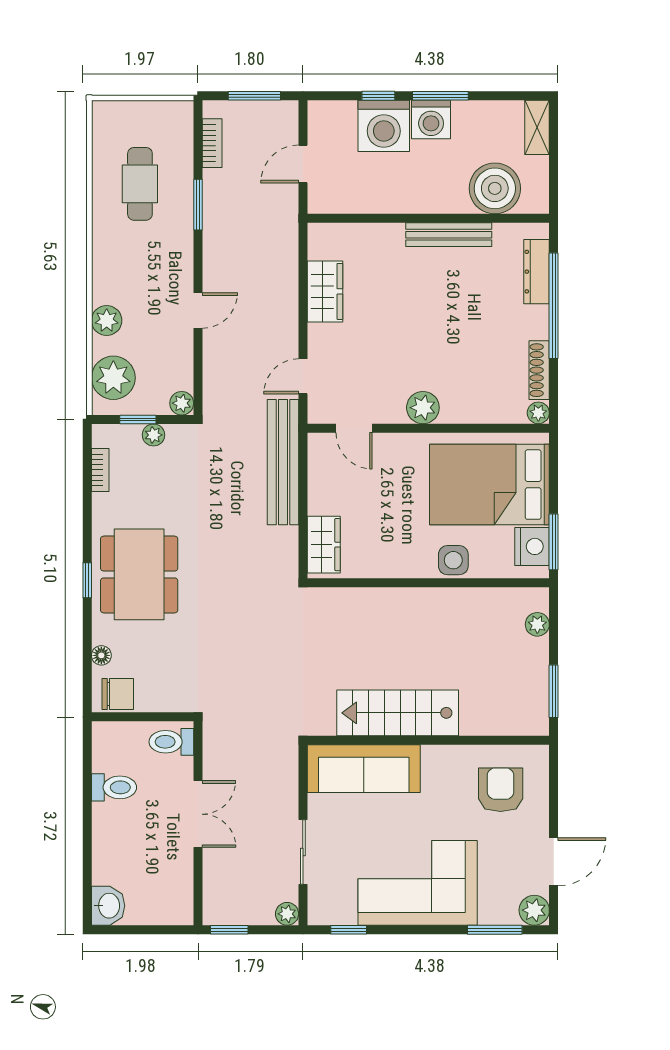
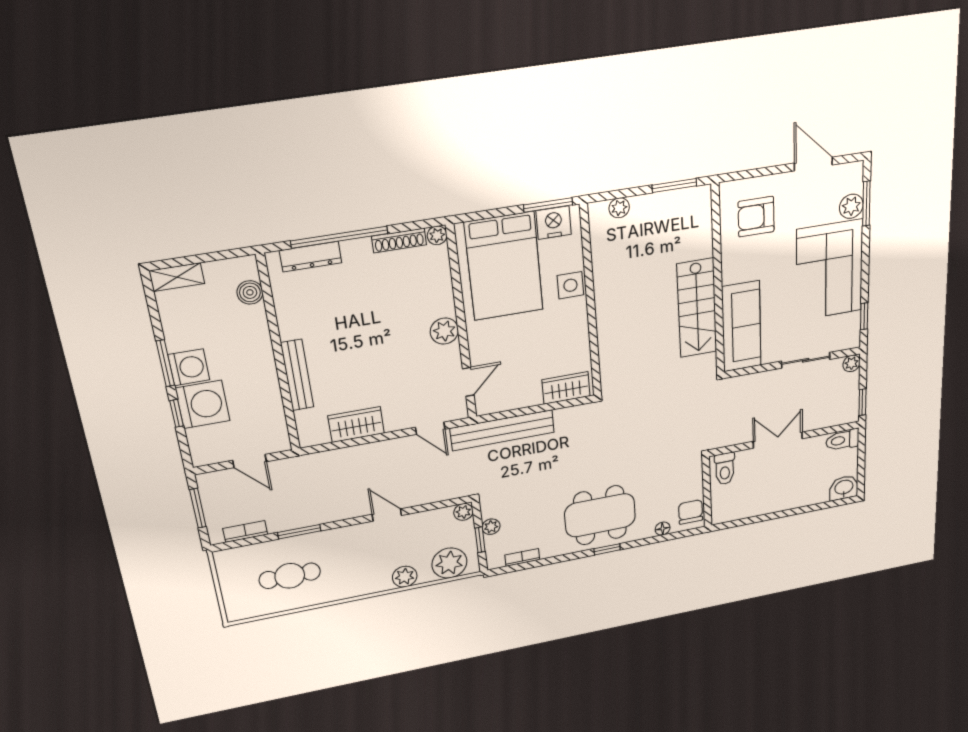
boiler: (495, 188) -> (250, 292), width x0.54, depth x0.54
bench: (449, 235) -> (297, 375), moved
toilet: (114, 787) -> (842, 440), moved, turned -90
plant: (534, 910) -> (851, 206), moved

